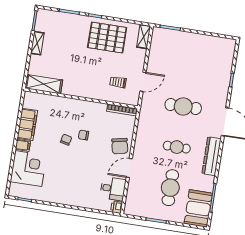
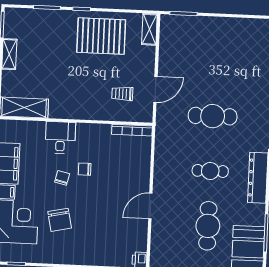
chair: (120, 146) -> (60, 220), moved
desk: (113, 189) -> (60, 138), moved, turned -90

